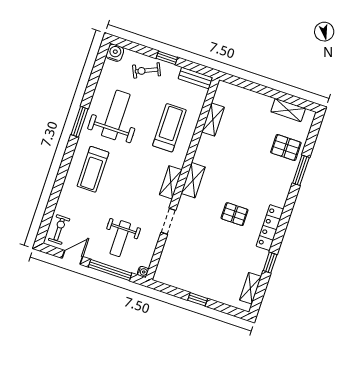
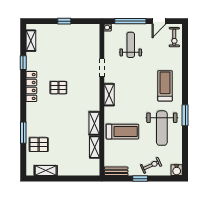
treadmill: (169, 128) -> (122, 132), turned -90
shelving: (193, 180) -> (94, 123), moved

